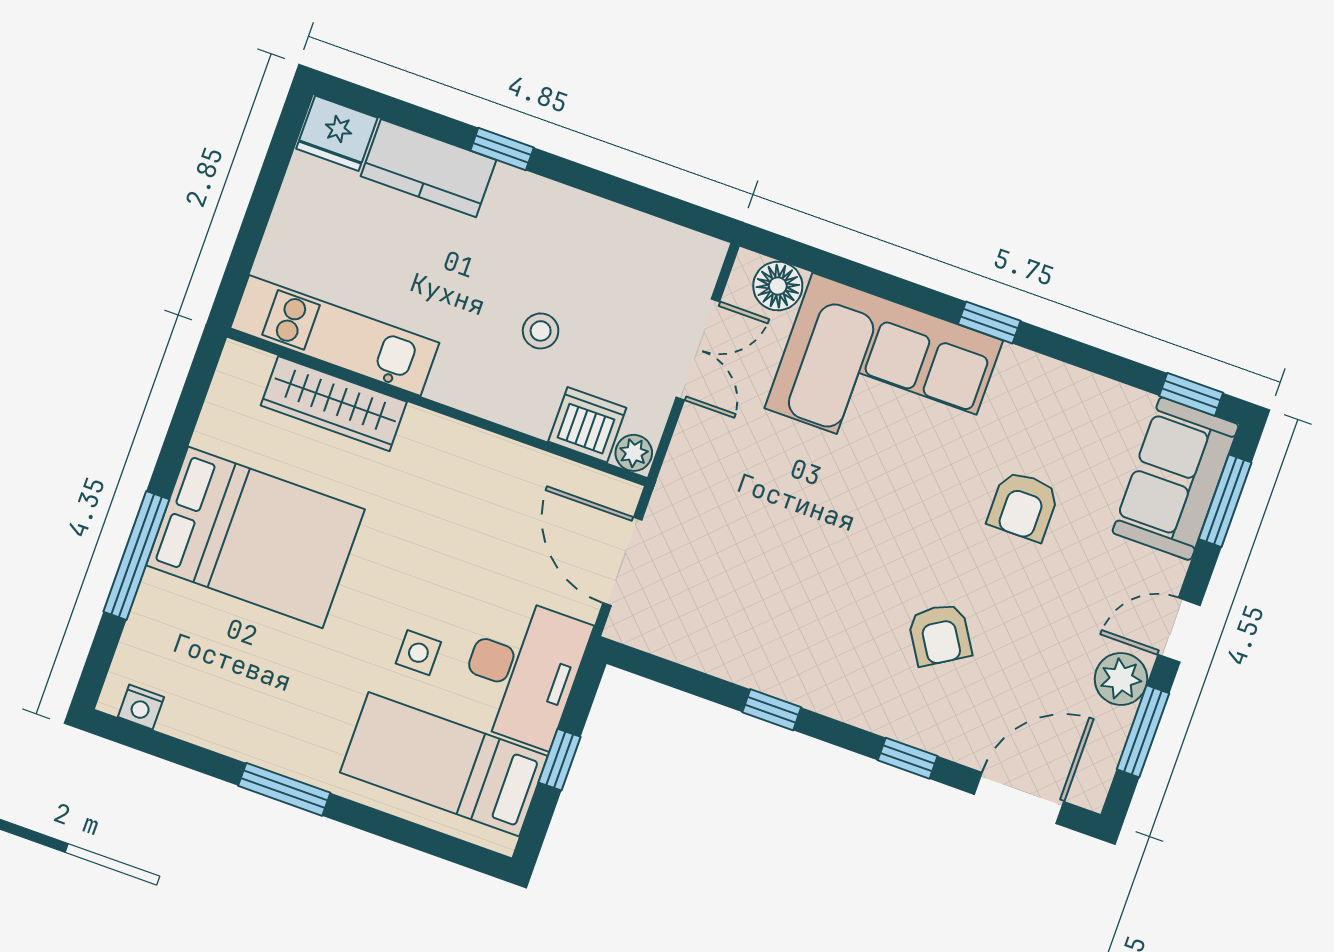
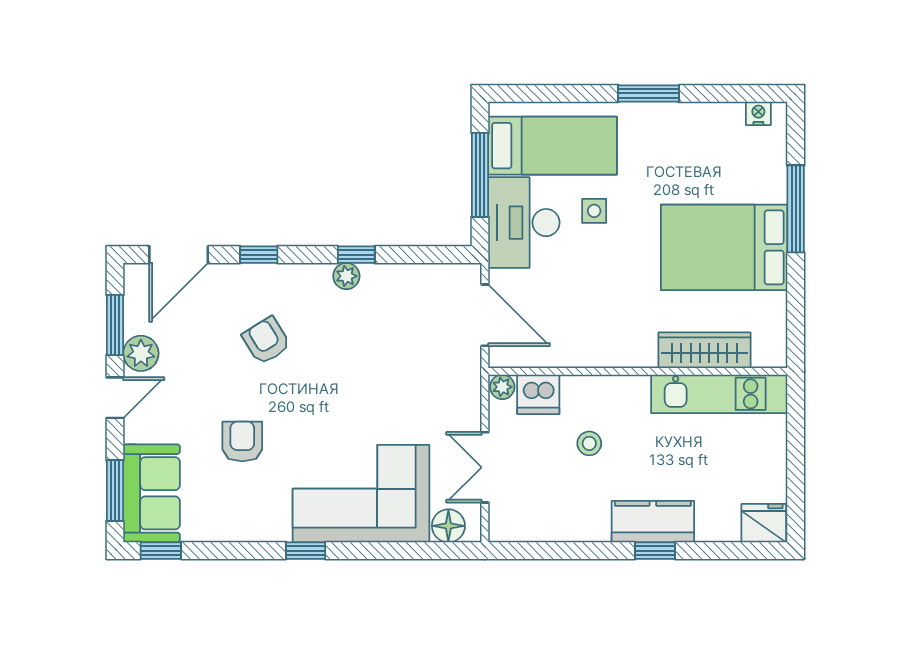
kitchen counter: (429, 168) -> (653, 522), moved
plant: (796, 685) -> (346, 276), added
window: (560, 760) -> (480, 175), width x2.17

